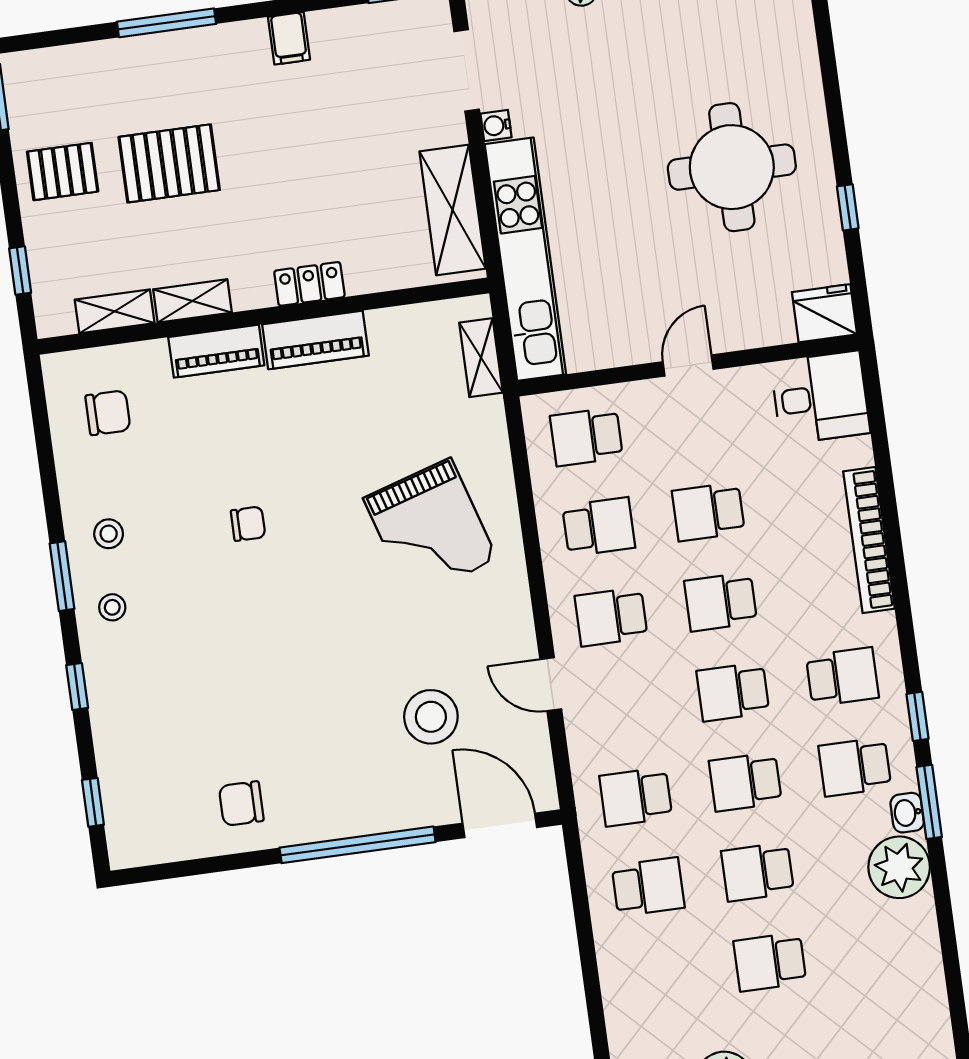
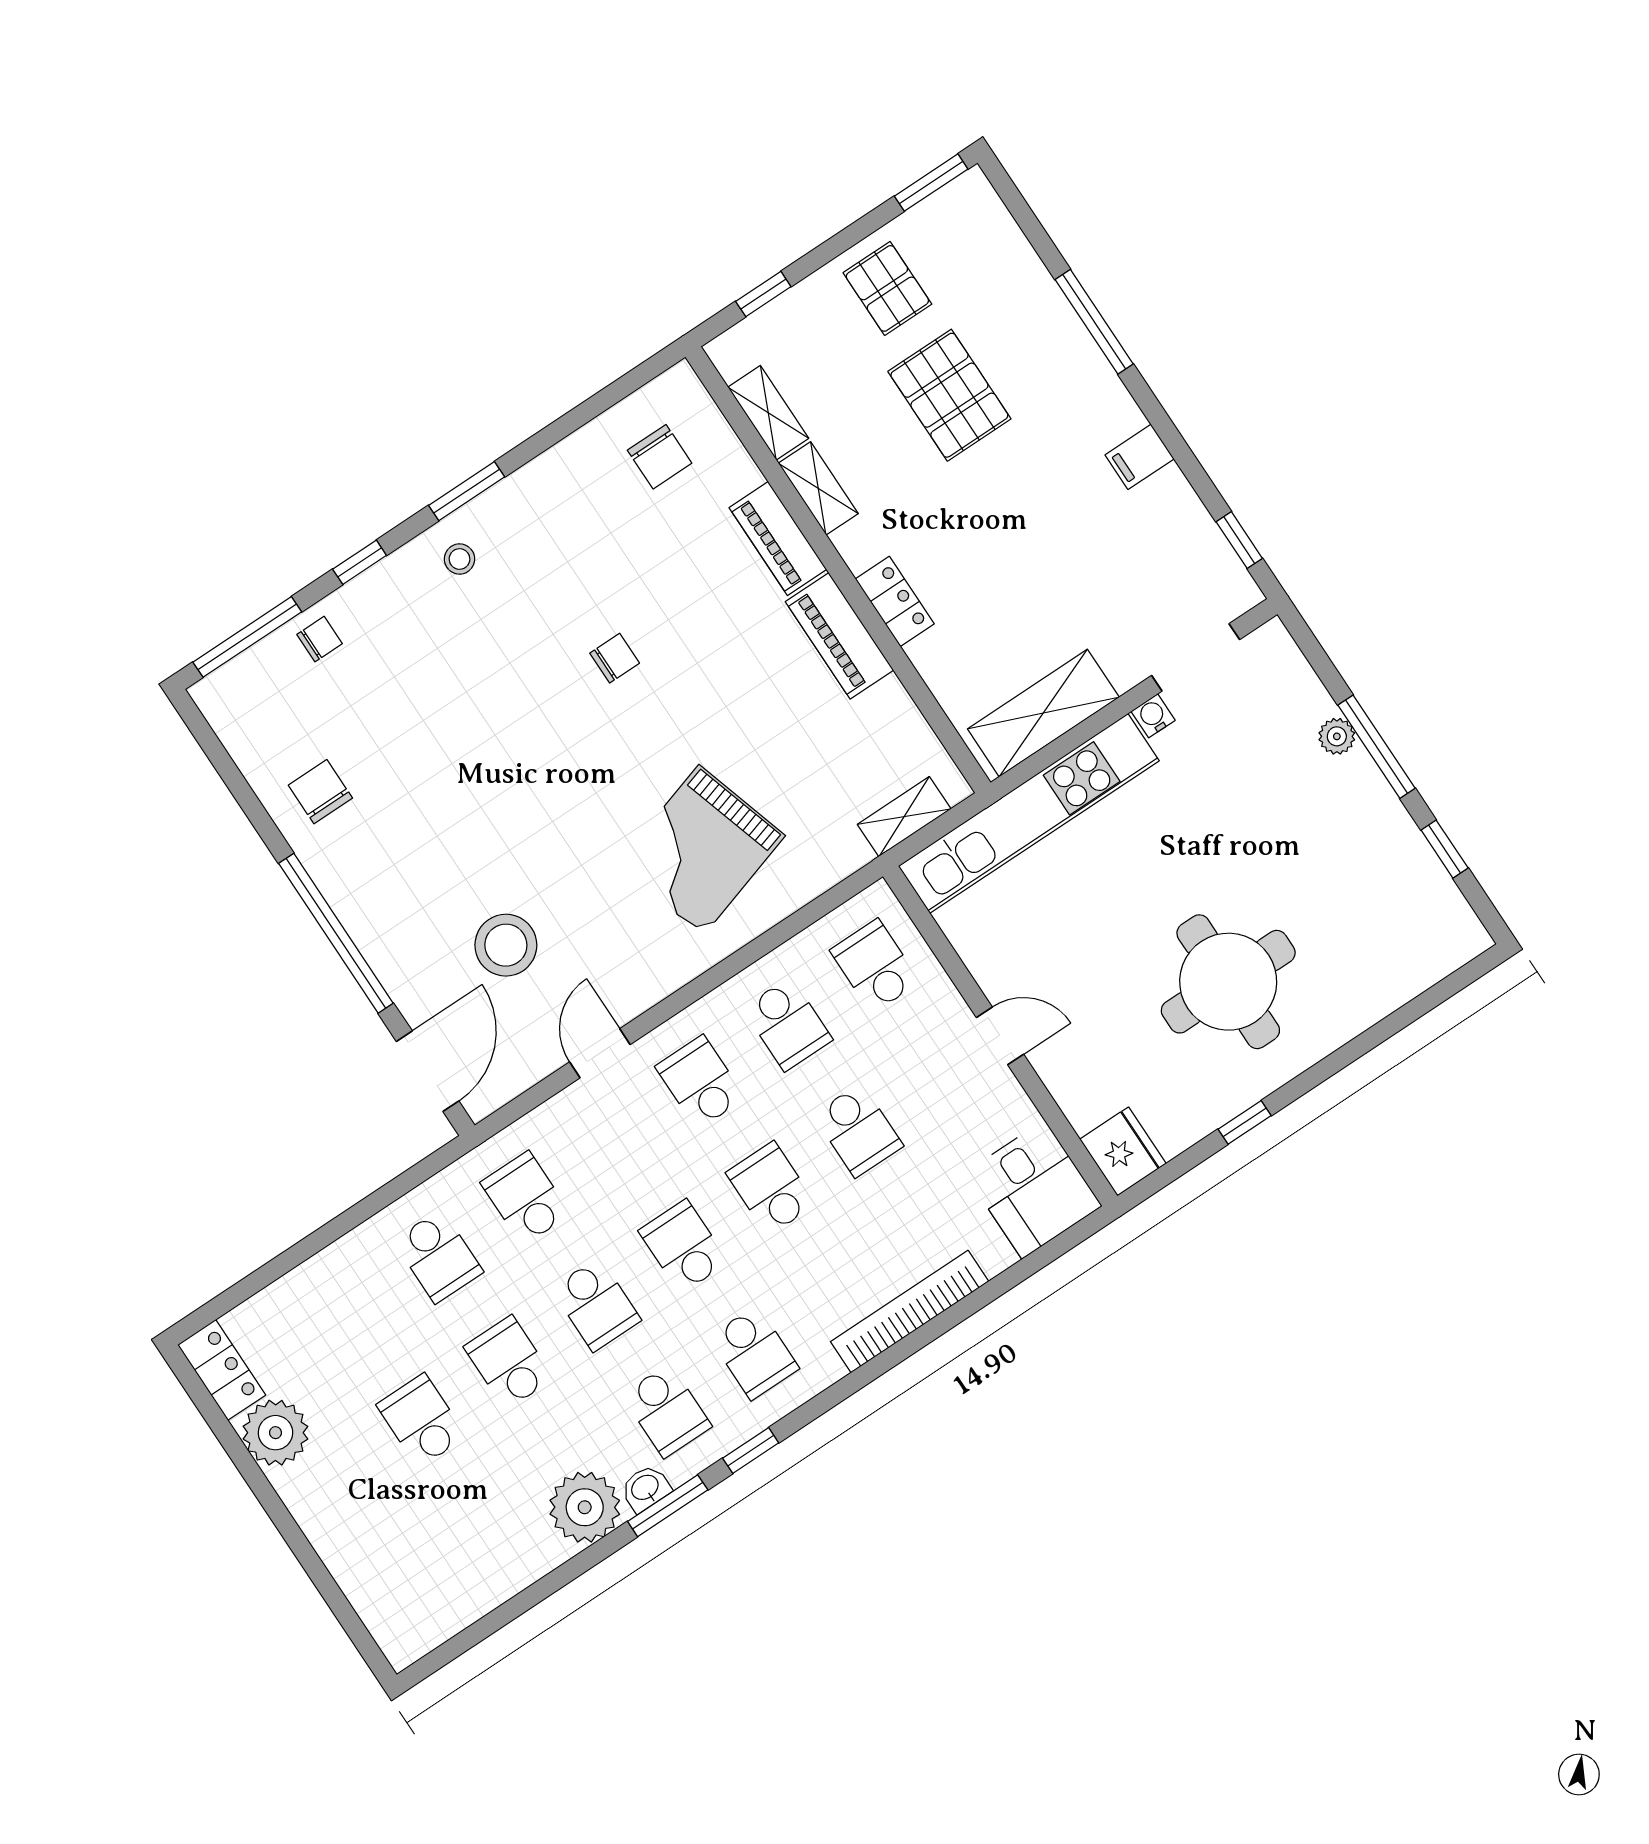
school desk: (708, 512) -> (858, 1130), turned 180
chair: (248, 524) -> (615, 658), turned -90
stool: (109, 534) -> (534, 518), removed
chair: (122, 747) -> (320, 639), added
school desk: (855, 767) -> (667, 1411), turned 180
school desk: (745, 782) -> (596, 1304), turned 180
window: (93, 802) -> (247, 637), width x2.17

